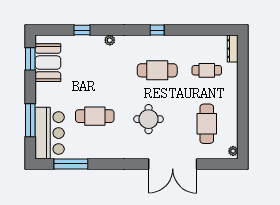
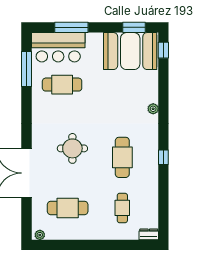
window: (82, 30) -> (163, 50), moved
dresser: (233, 49) -> (149, 234), width x0.70
booth: (48, 63) -> (130, 51), width x1.36, depth x1.42
cafe table: (95, 116) -> (62, 85), moved, turned 90

